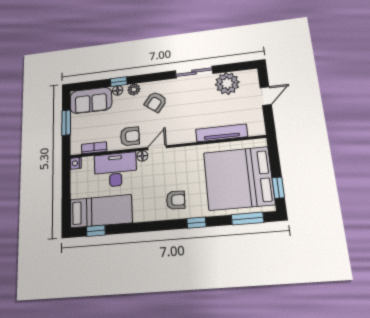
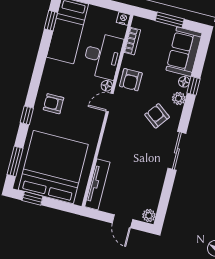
sliding door: (194, 72) -> (177, 151), moved
plant: (227, 83) -> (149, 216), moved, width x0.53, depth x0.53
tv unit: (222, 133) -> (97, 184), moved
door: (157, 148) -> (110, 102), swing flipped
armchair: (176, 200) -> (53, 104), turned 88

